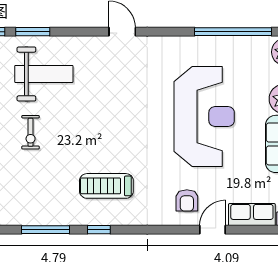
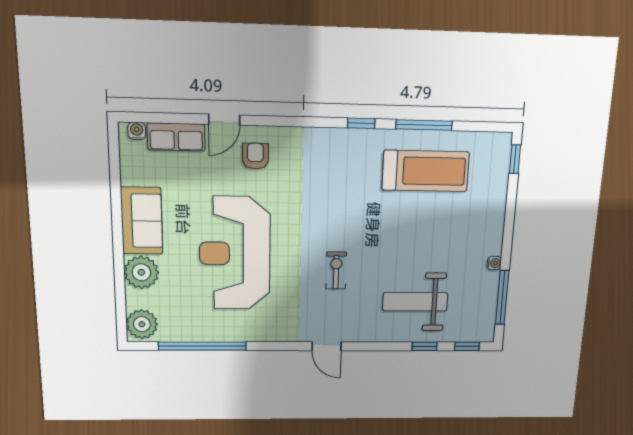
window: (33, 32) -> (424, 346), width x0.67
exercise bike: (31, 132) -> (336, 270), moved
treadmill: (106, 186) -> (426, 171), moved, width x1.37, depth x1.38

